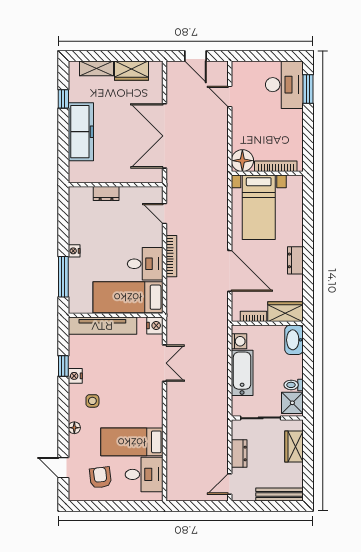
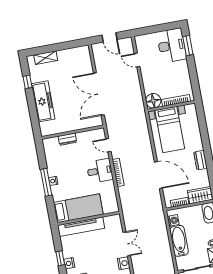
wardrobe: (131, 71) -> (69, 55), removed
desk: (145, 264) -> (100, 171), moved
window: (63, 277) -> (46, 182), moved
bed: (128, 297) -> (78, 208), moved, turned 180
nightstand: (155, 325) -> (124, 263), moved

